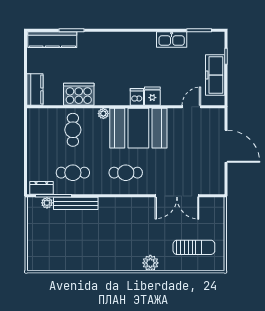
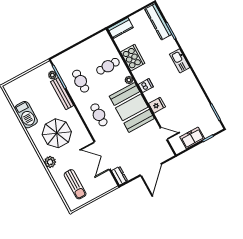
kitchen sink: (172, 39) -> (180, 61), moved
freezer: (215, 75) -> (192, 138), width x0.71
dishwasher: (137, 97) -> (146, 86), moved
dresser: (41, 188) -> (120, 176), moved
parasol: (120, 236) -> (57, 133), added
barbecue: (77, 261) -> (26, 115), added

